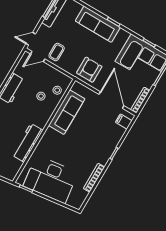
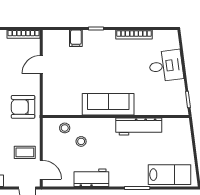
door: (111, 100) -> (41, 65), width x0.53
sofa: (67, 112) -> (108, 104), moved
filing cabinet: (124, 121) -> (76, 38), moved
desk: (51, 179) -> (166, 66), width x0.53, depth x0.77

